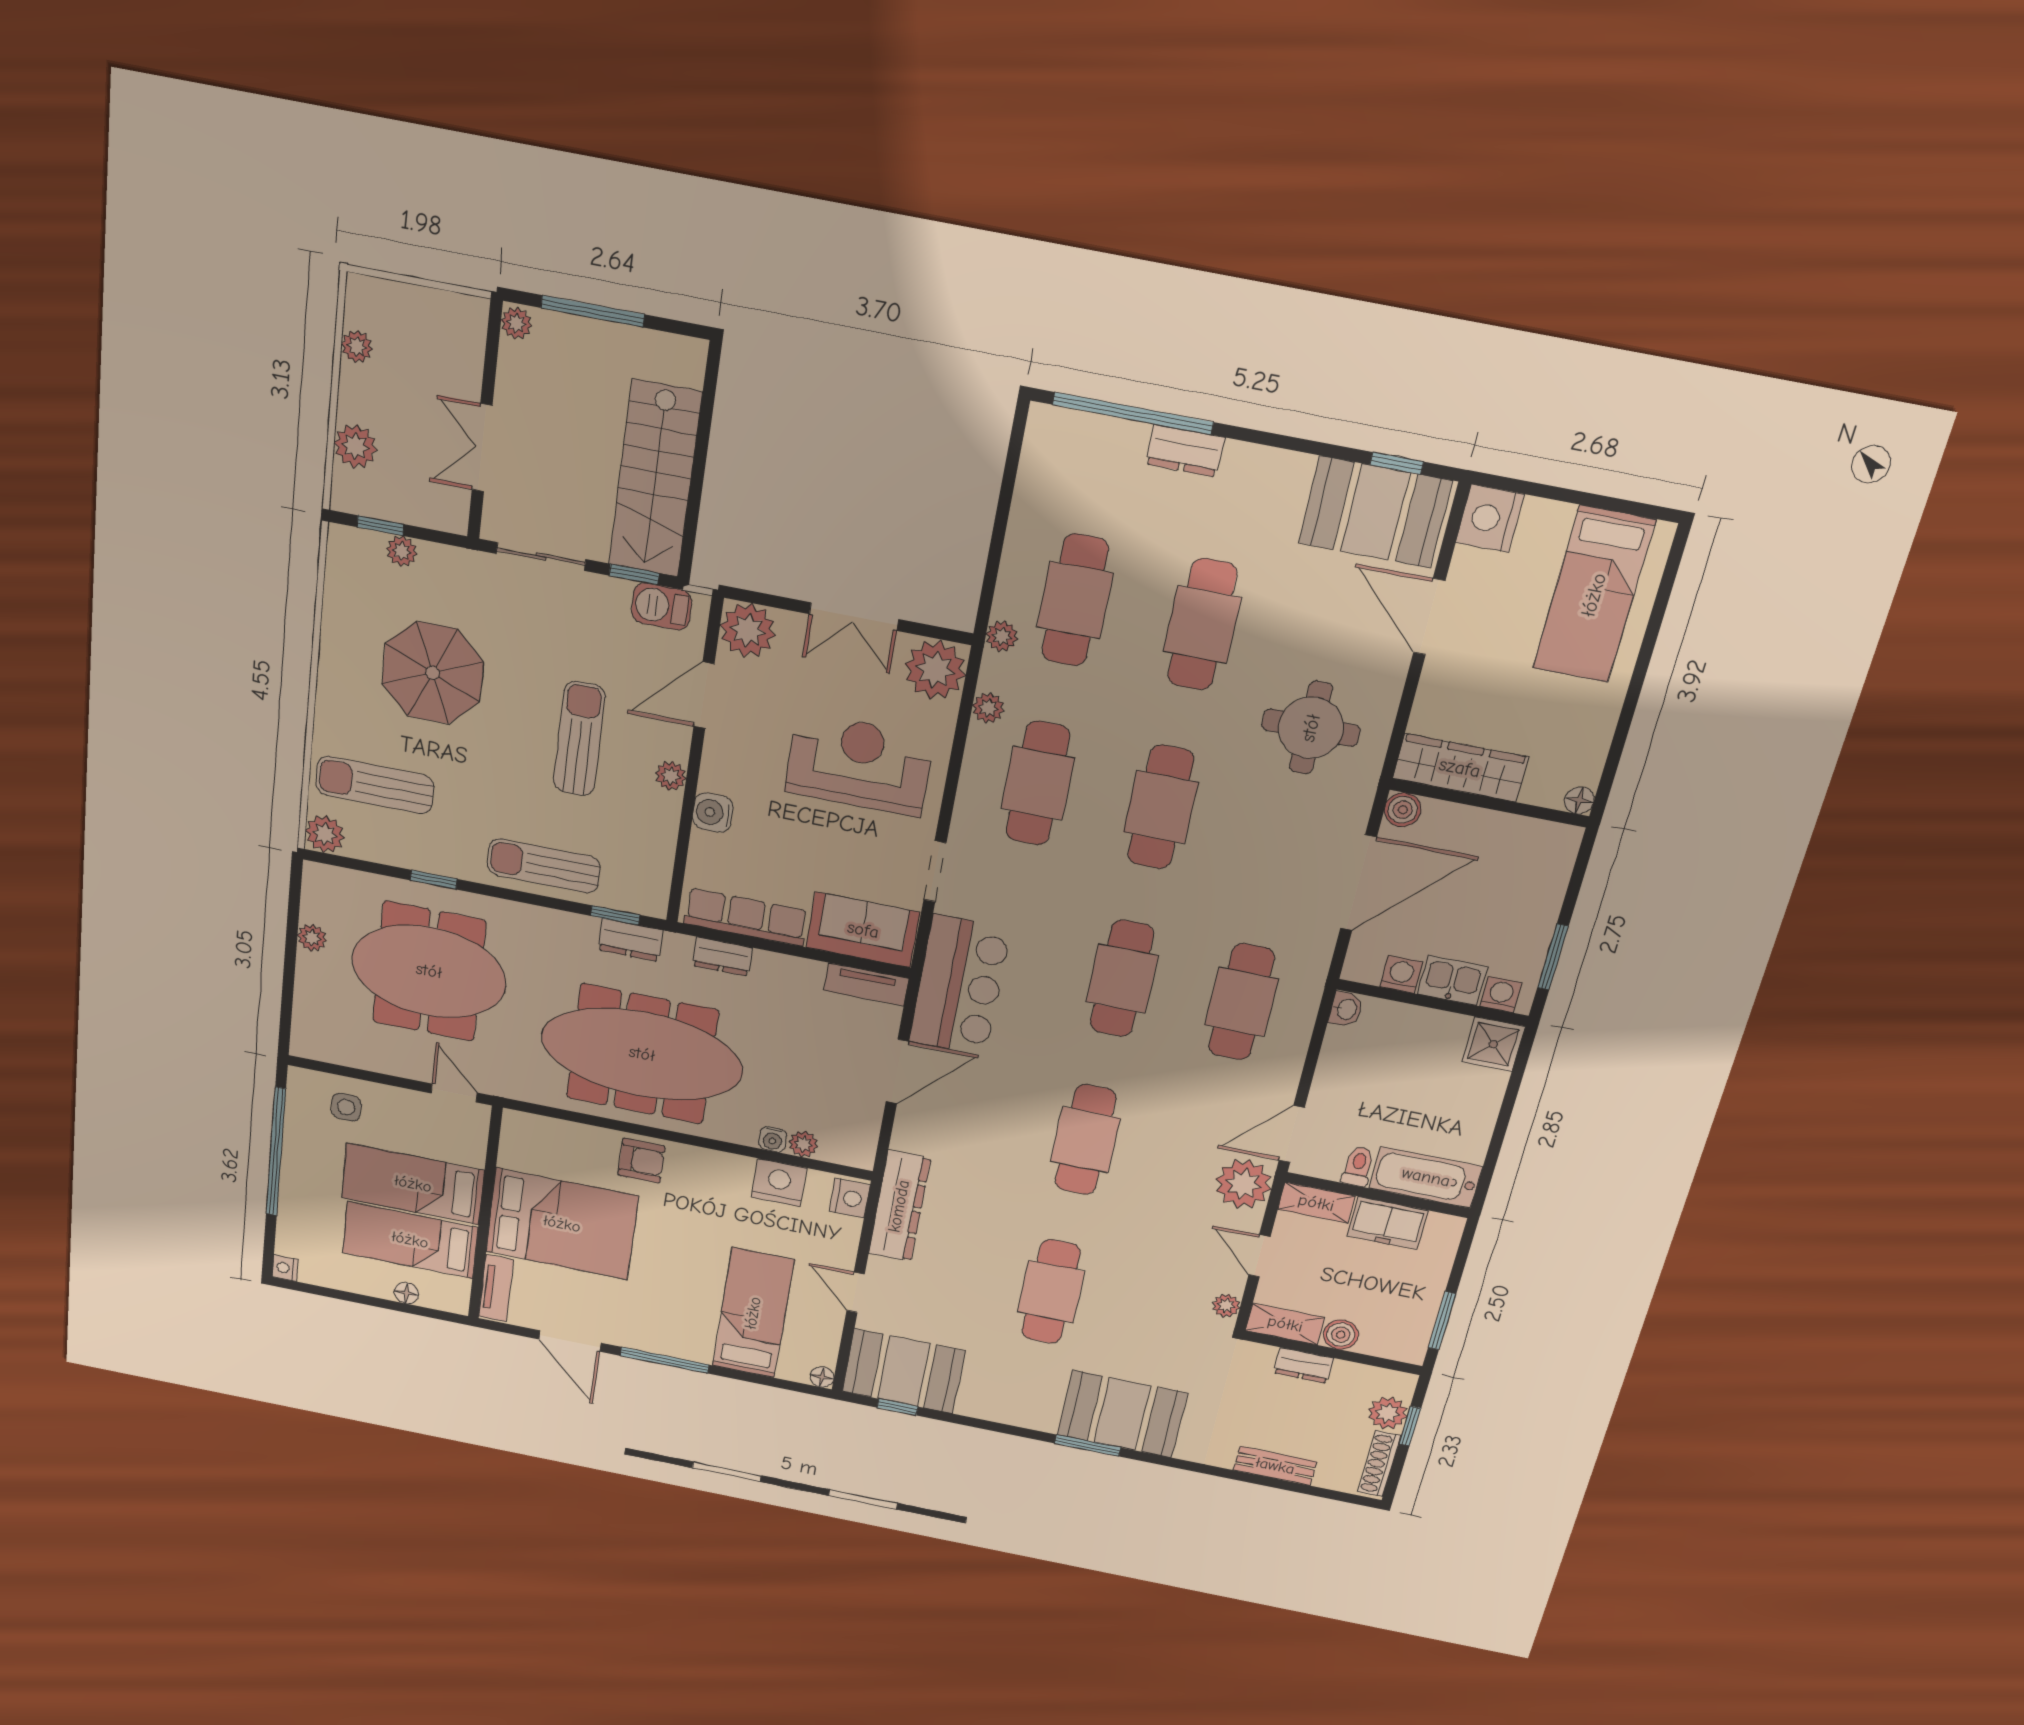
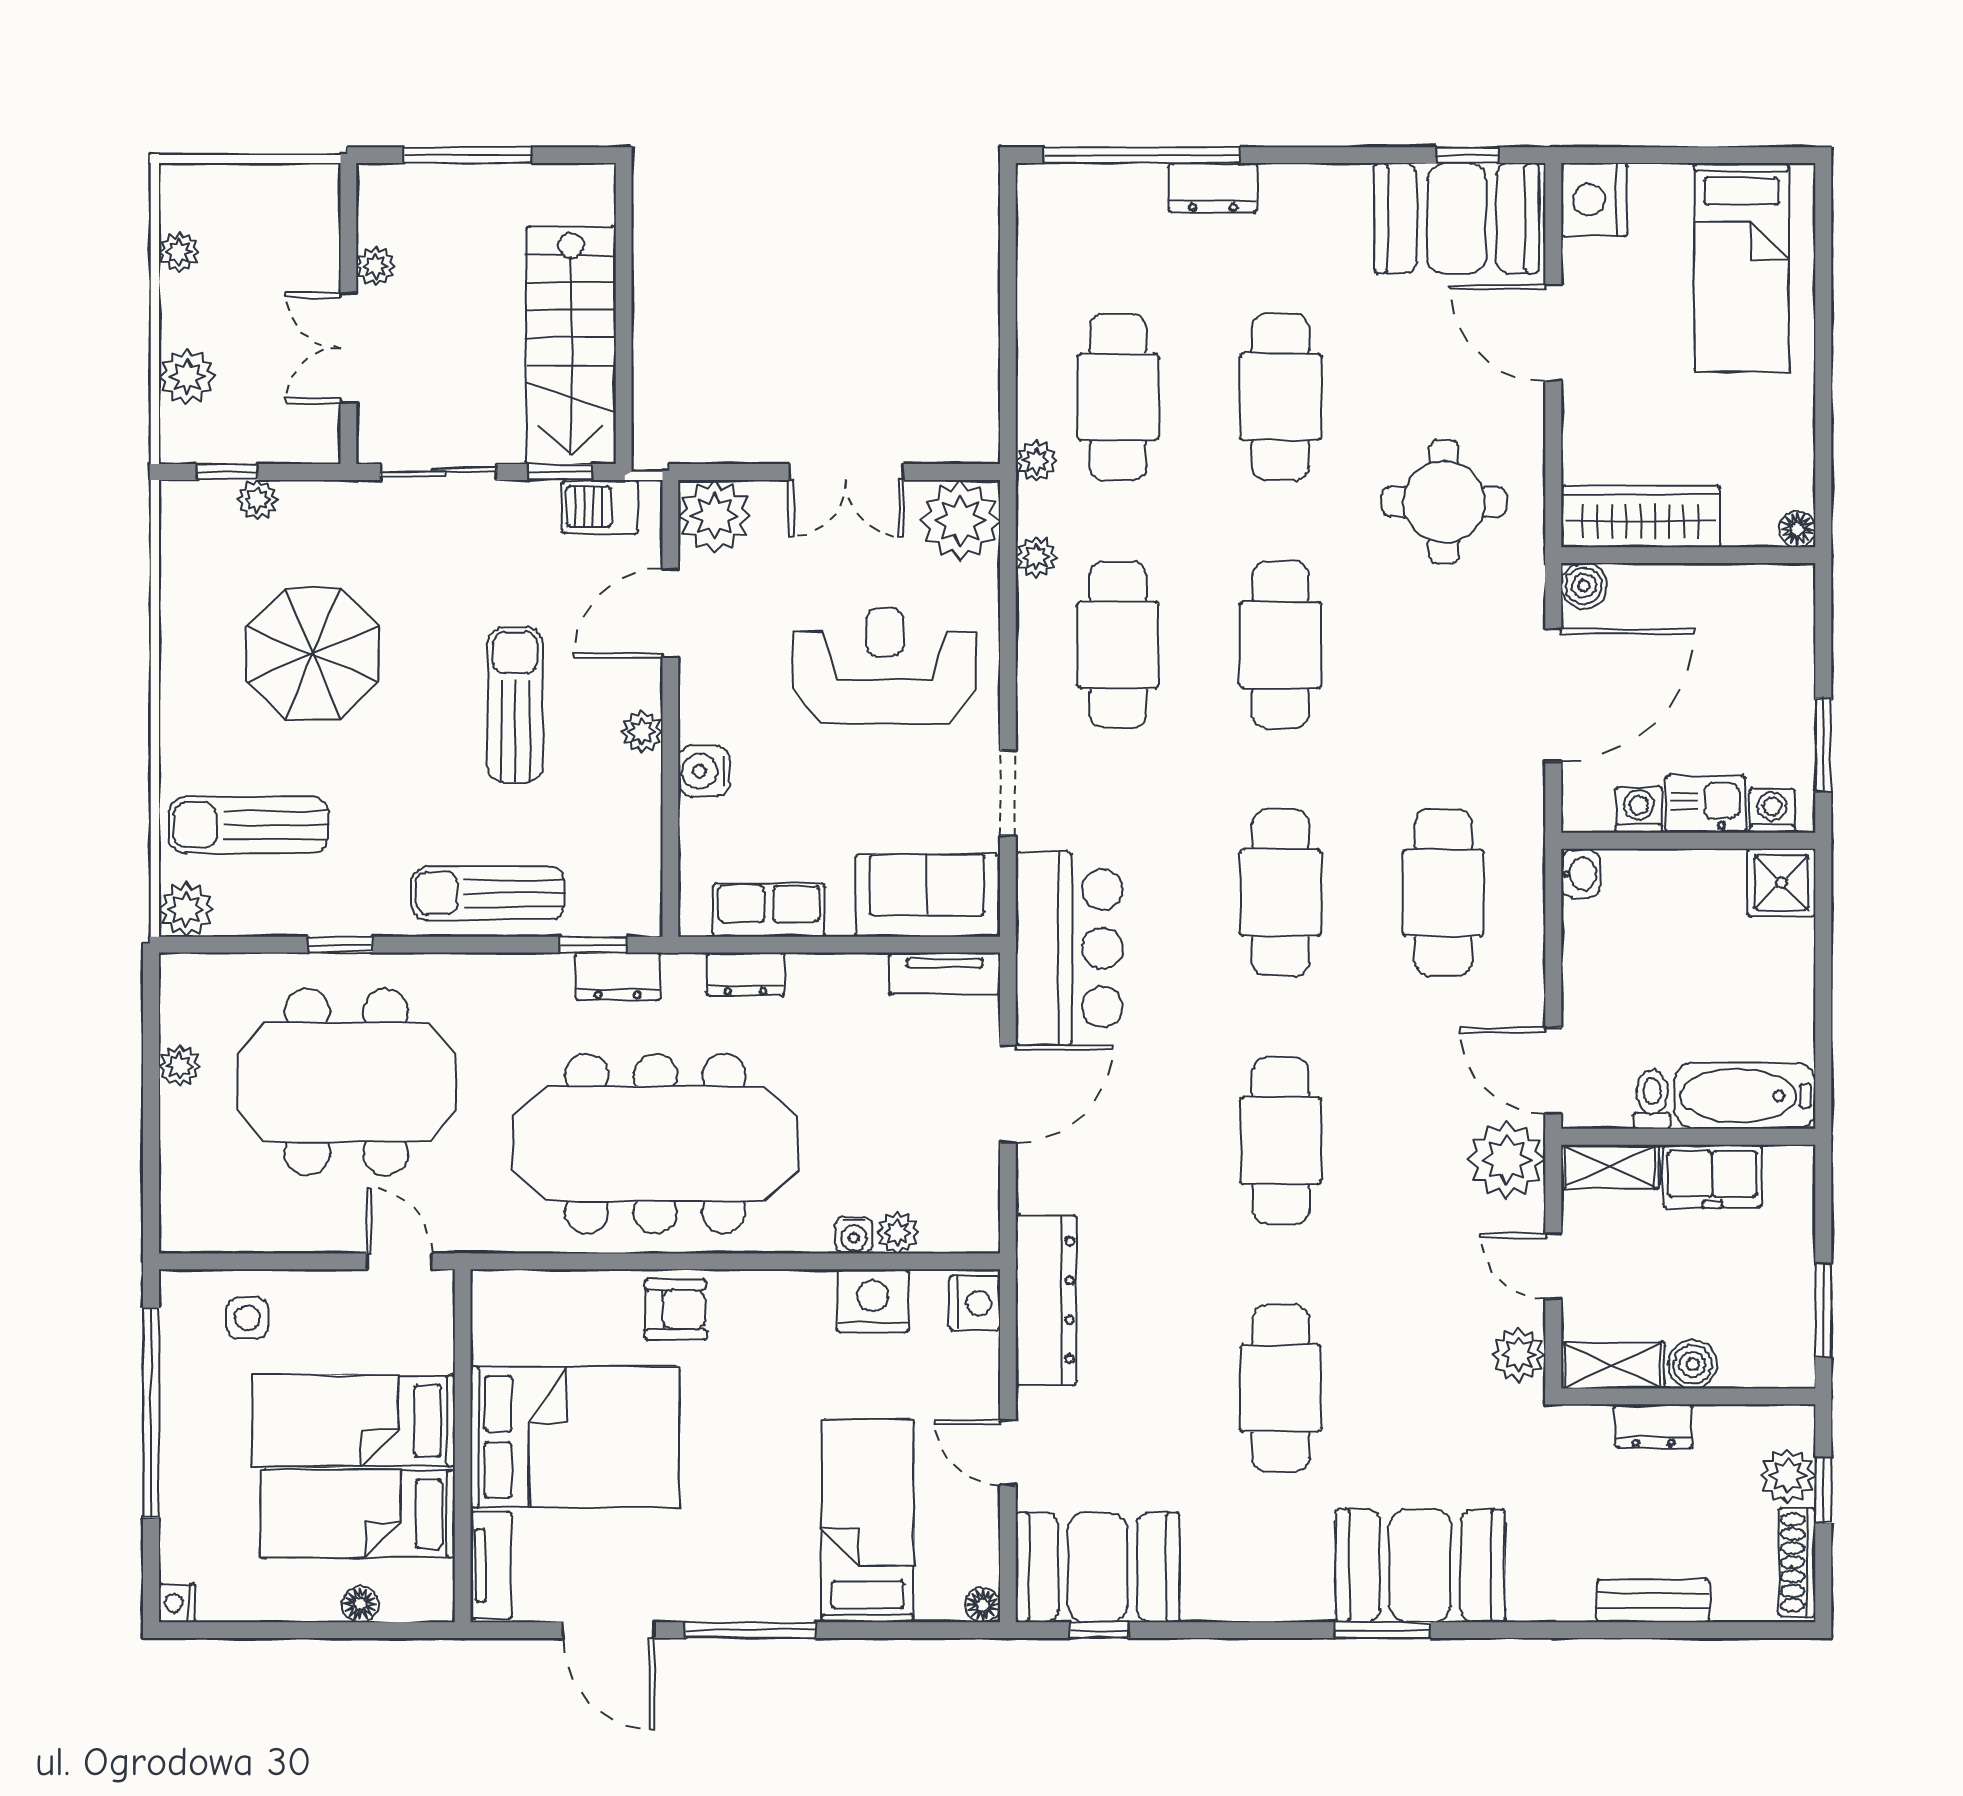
plant: (516, 323) -> (376, 266), moved
row of seats: (746, 917) -> (769, 910), width x0.68
door: (1292, 1134) -> (1553, 1071), hinge flipped
plant: (1226, 1306) -> (1519, 1355), width x1.38, depth x1.38

